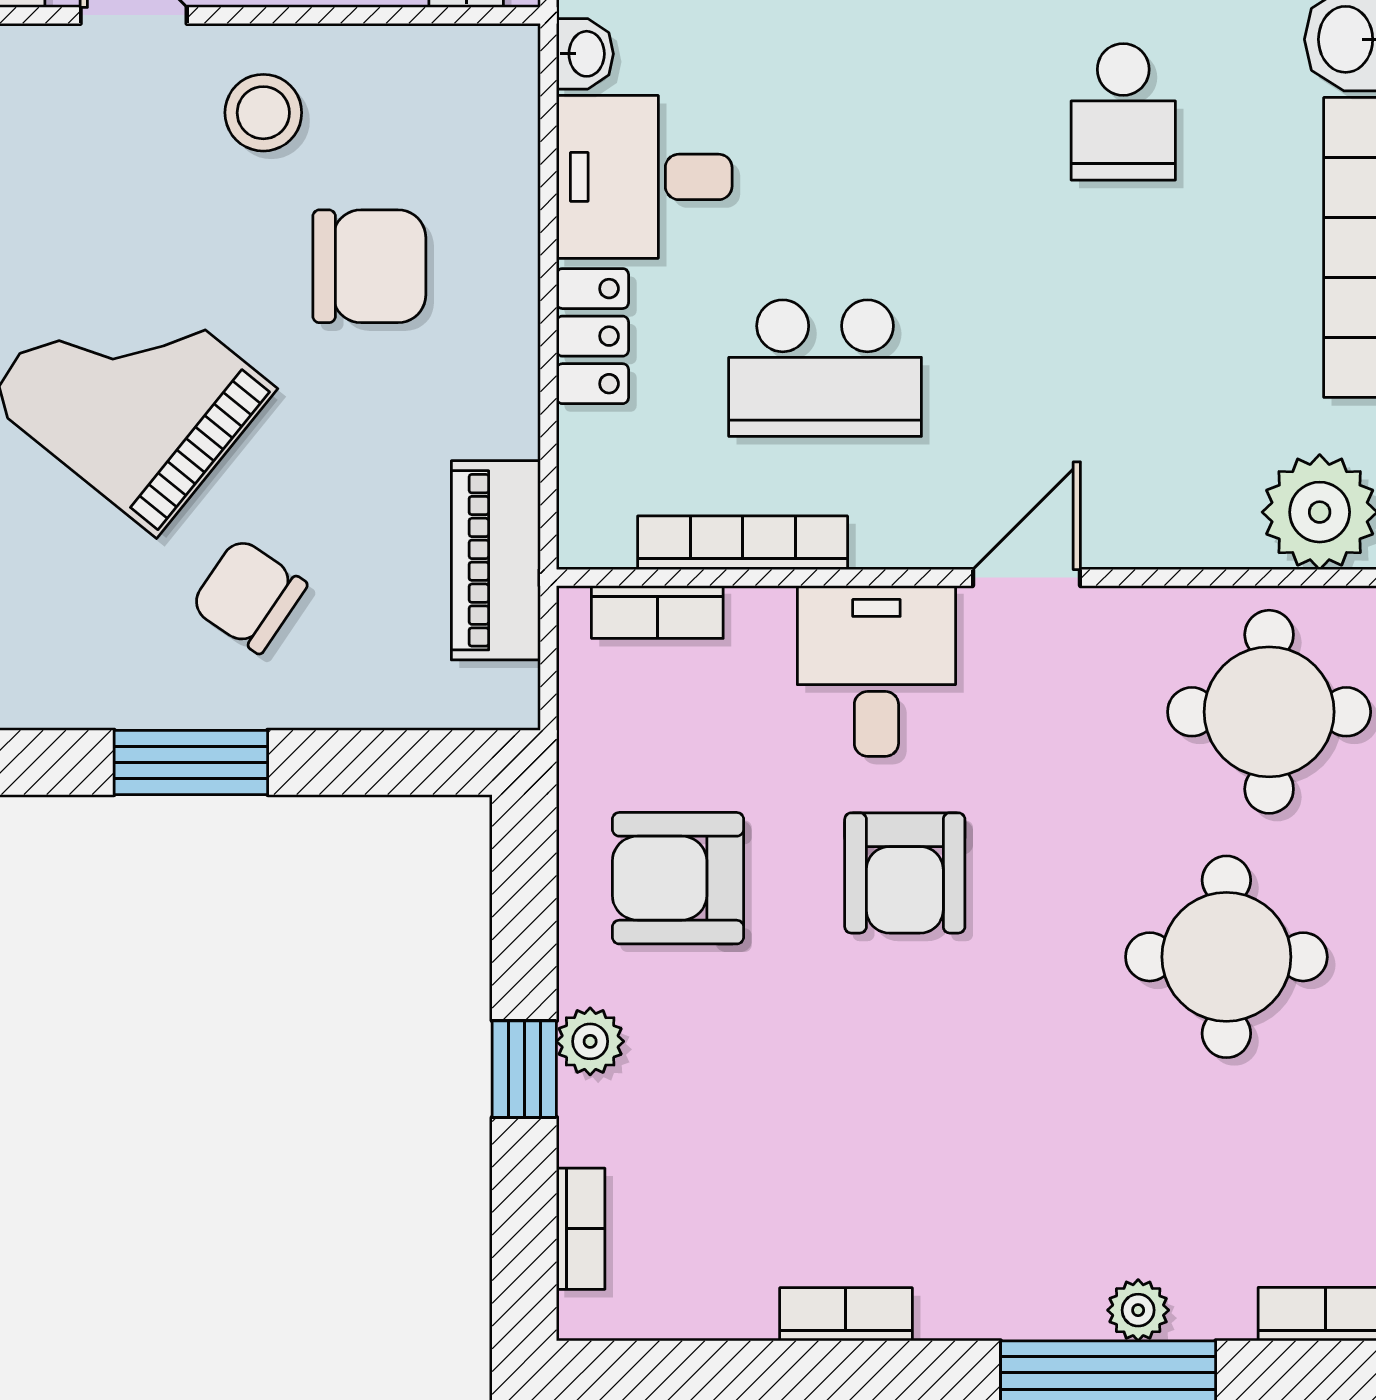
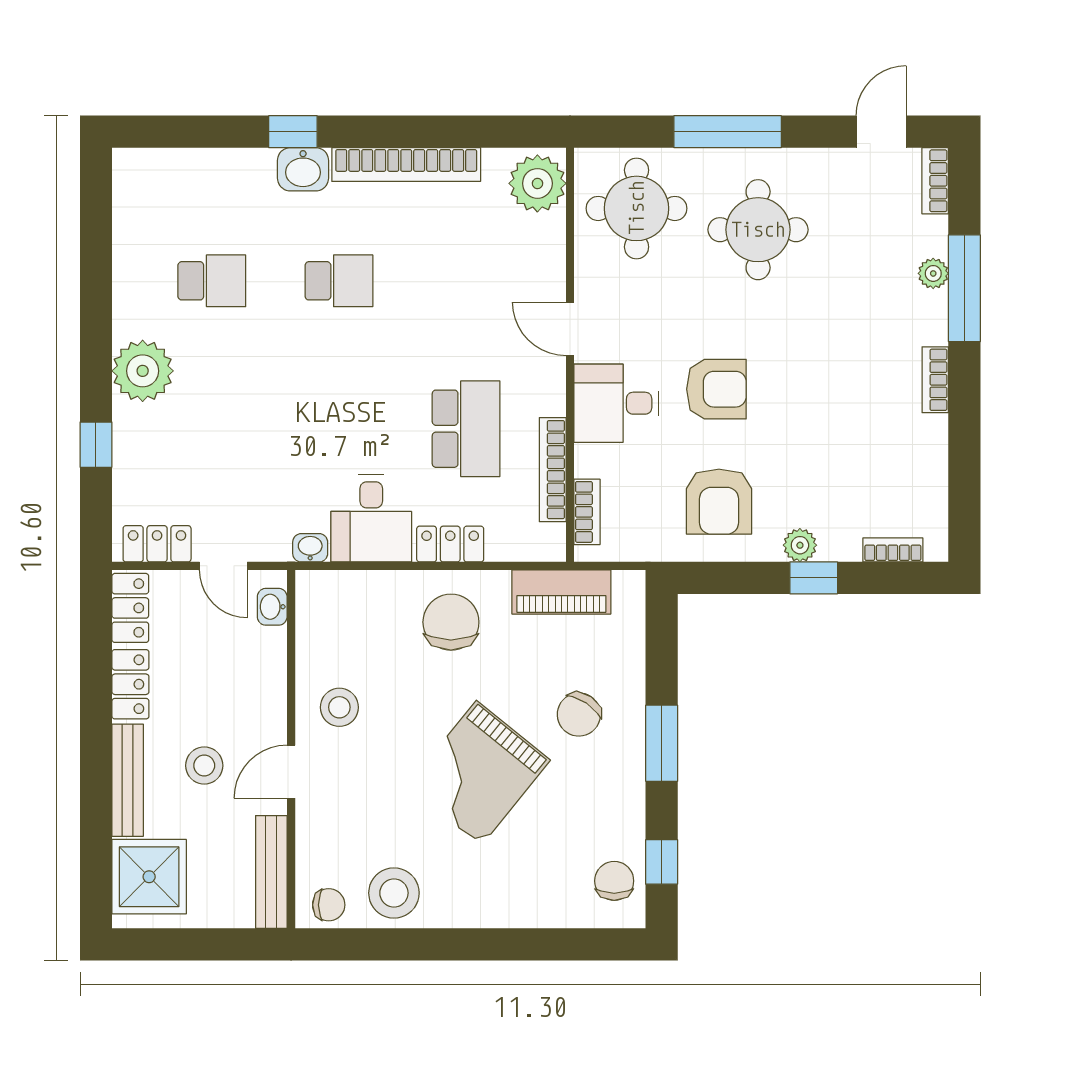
chair: (369, 266) -> (451, 622), moved
bookcase: (846, 1314) -> (935, 380), moved

